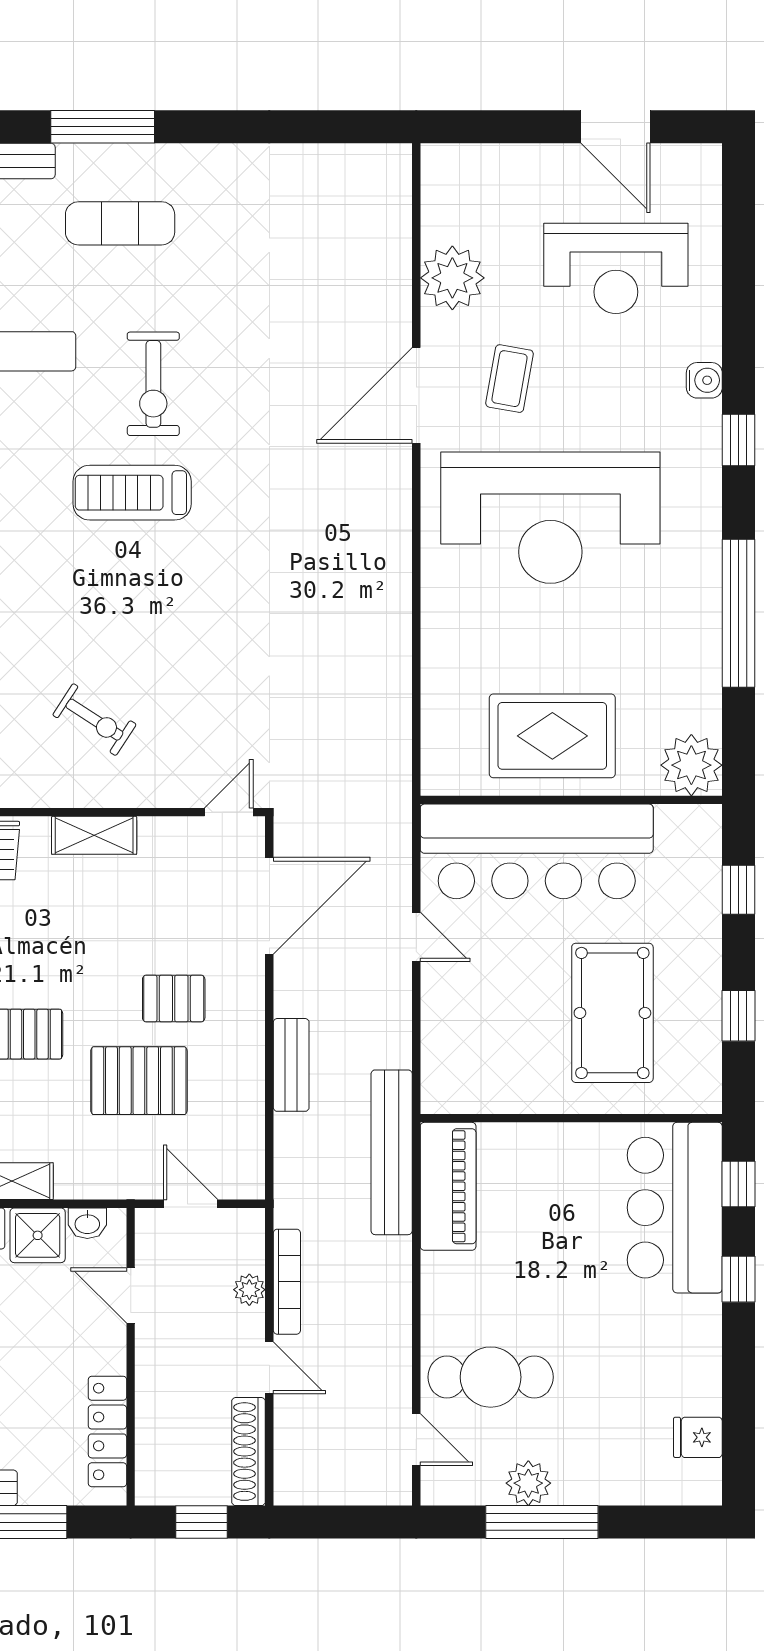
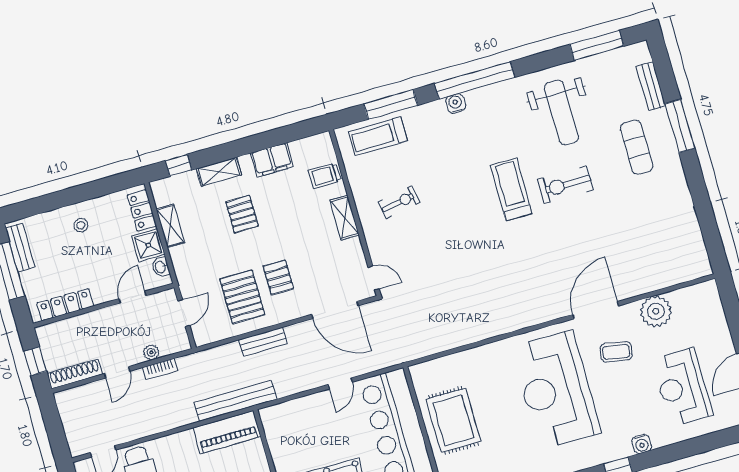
door: (416, 395) -> (596, 310), hinge flipped
exercise bike: (94, 720) -> (399, 202), turned -133
pallet: (139, 1081) -> (242, 297), moved
bookcase: (287, 1282) -> (160, 369), width x0.64

